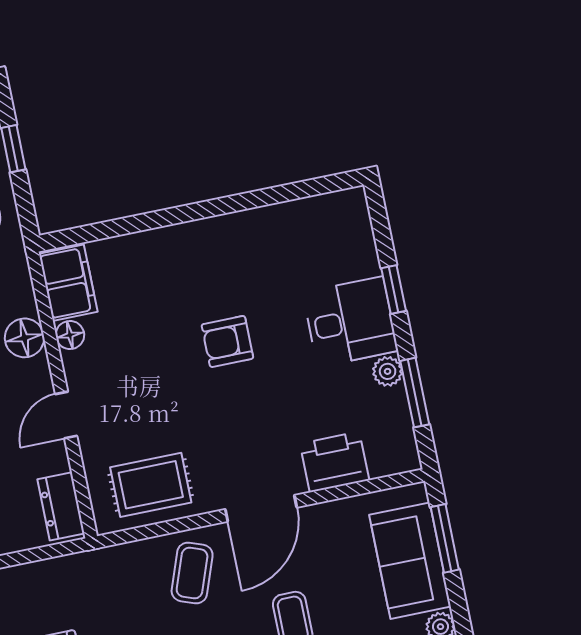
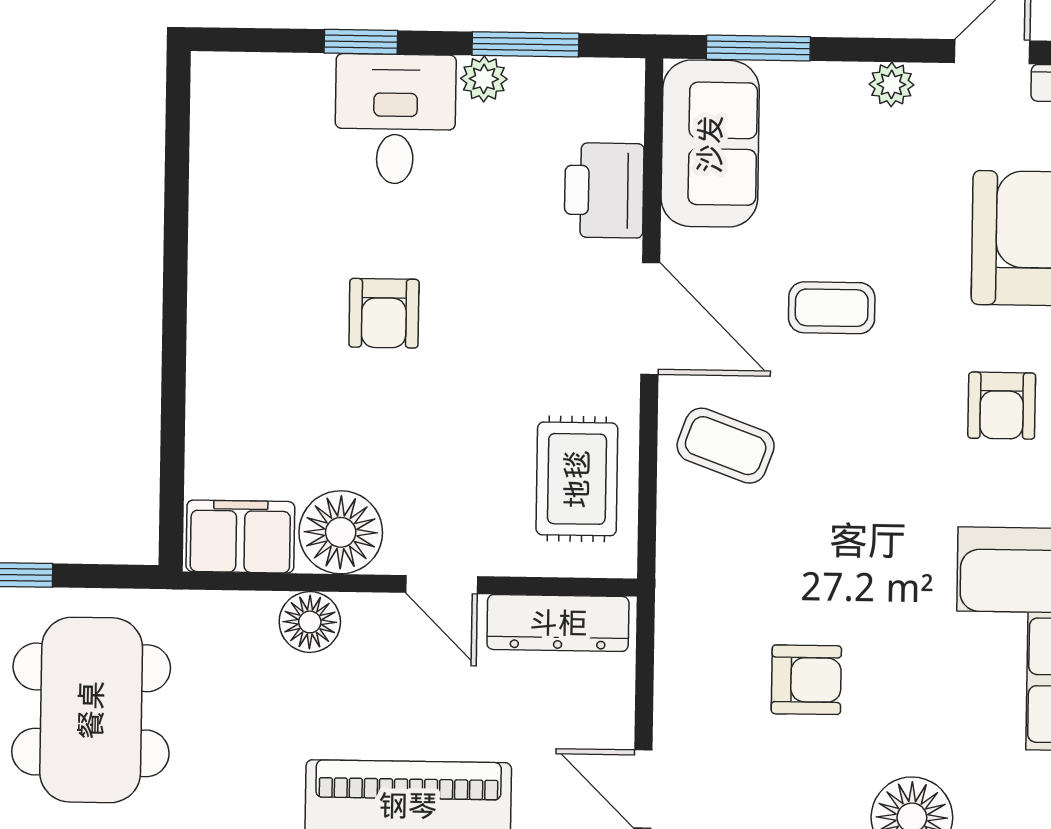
floor lamp: (70, 335) -> (341, 532), width x1.89, depth x1.89
dresser: (61, 506) -> (558, 623), width x1.44
sofa: (410, 561) -> (710, 144), moved, turned -90

